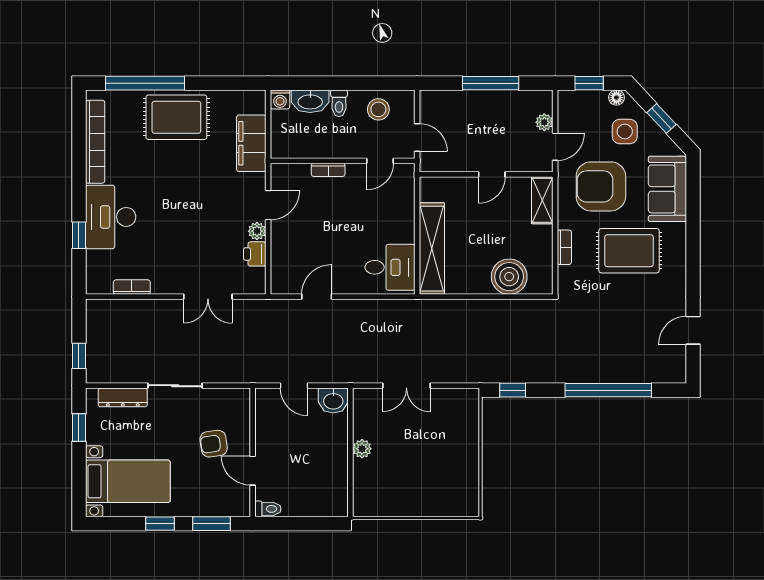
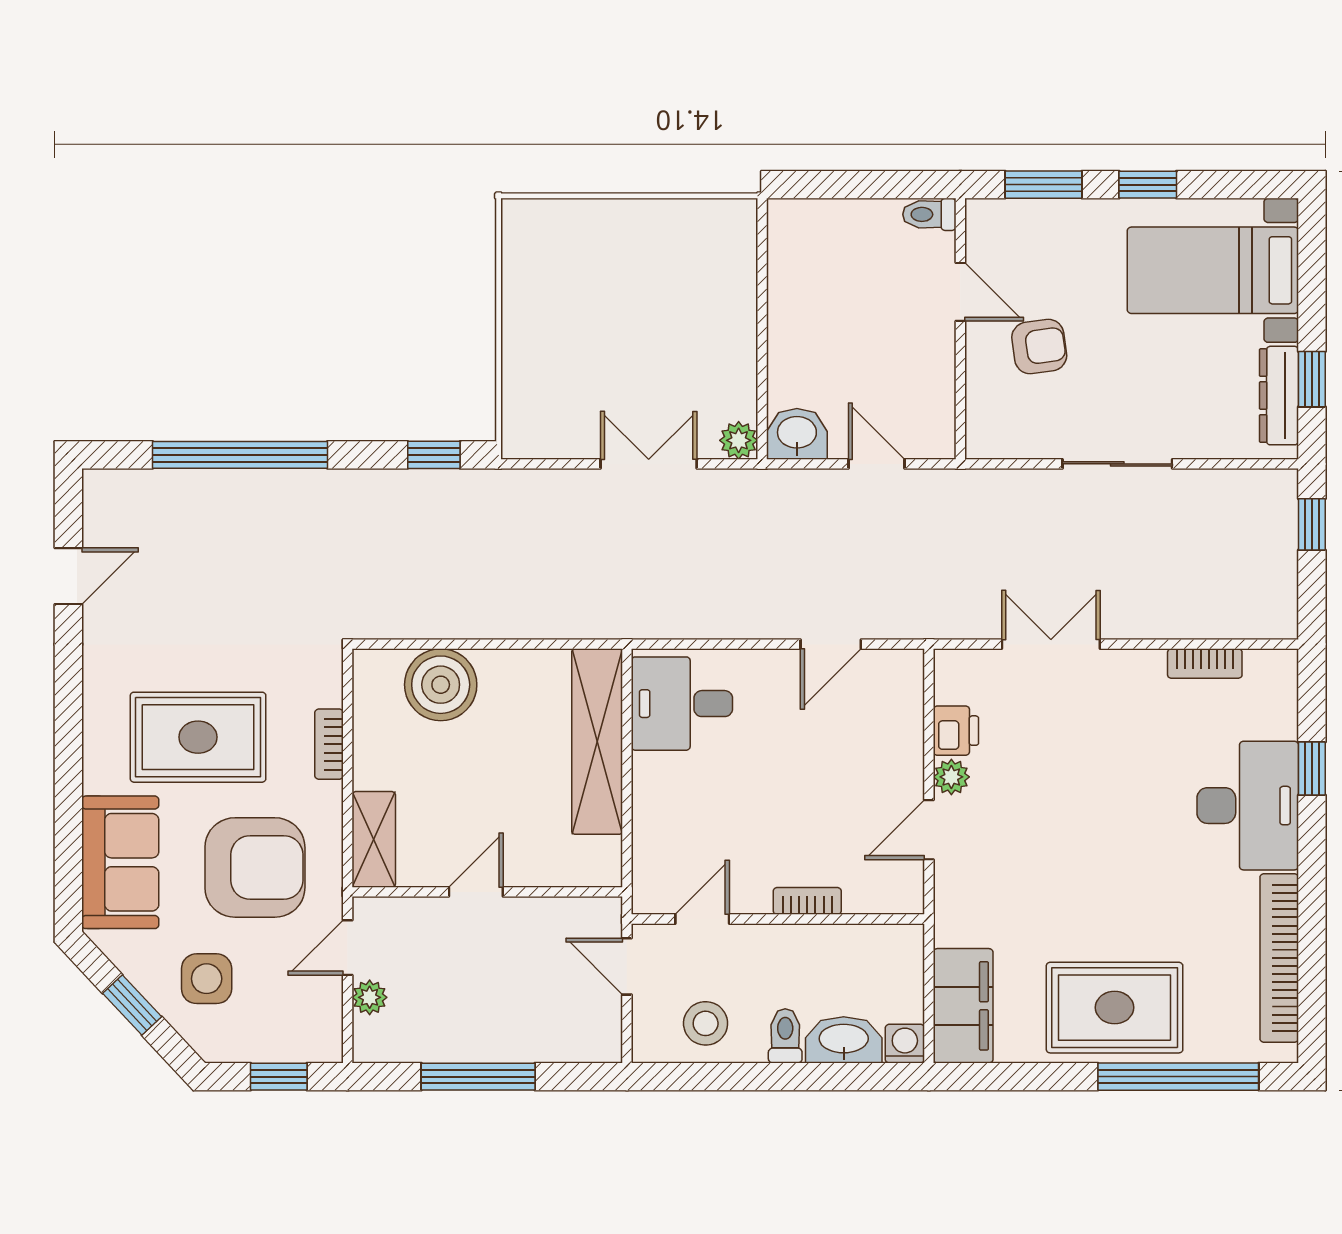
floor lamp: (616, 98) -> (223, 1047), removed
filing cabinet: (251, 143) -> (963, 1006), moved
dresser: (123, 397) -> (1279, 396), moved, turned -90
plant: (362, 449) -> (739, 440), moved

